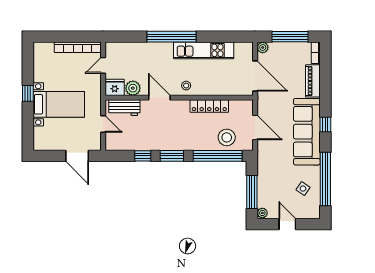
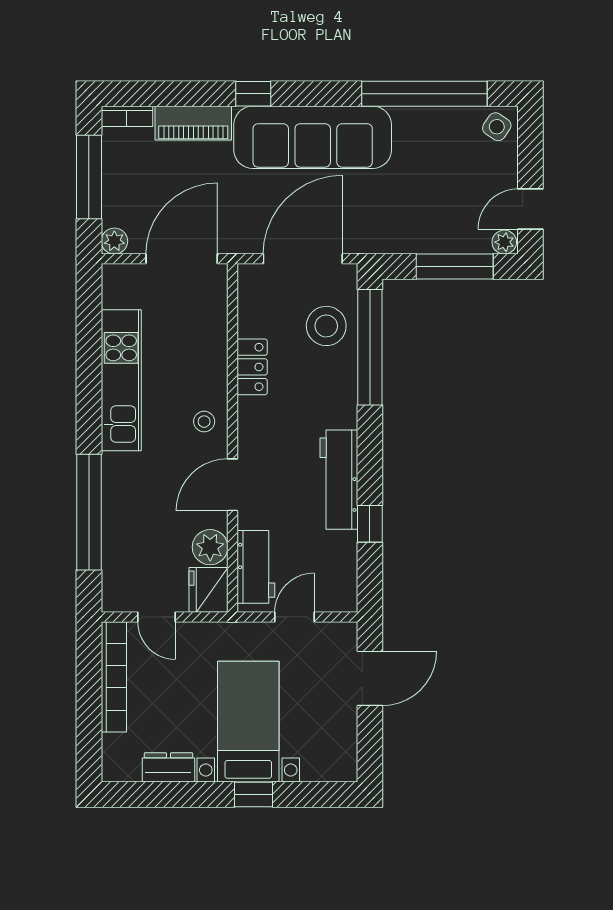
window: (172, 37) -> (89, 512), moved
dresser: (39, 70) -> (168, 767), added
window: (28, 93) -> (254, 794), moved
locker: (209, 106) -> (252, 367), width x0.66
window: (325, 124) -> (253, 94), moved
door: (255, 127) -> (303, 259), width x1.36
workbench: (161, 143) -> (339, 480), added
window: (172, 156) -> (370, 455), removed
side table: (303, 189) -> (497, 127), moved
door: (287, 224) -> (530, 209), moved

